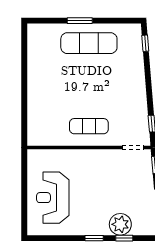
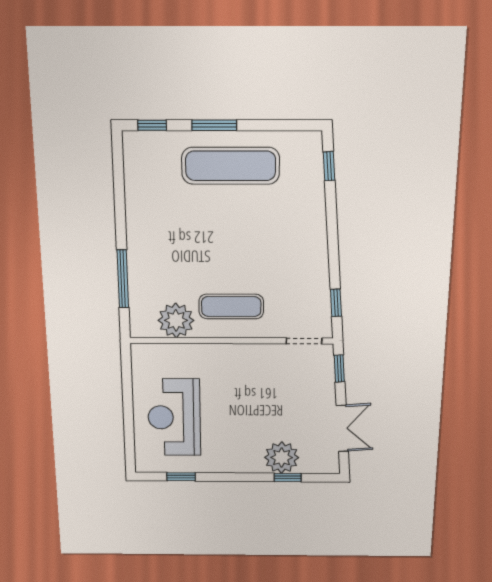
window: (44, 21) -> (152, 125), added
window: (24, 109) -> (123, 279), added
plant: (55, 135) -> (176, 320), added
window: (94, 238) -> (181, 477), moved

